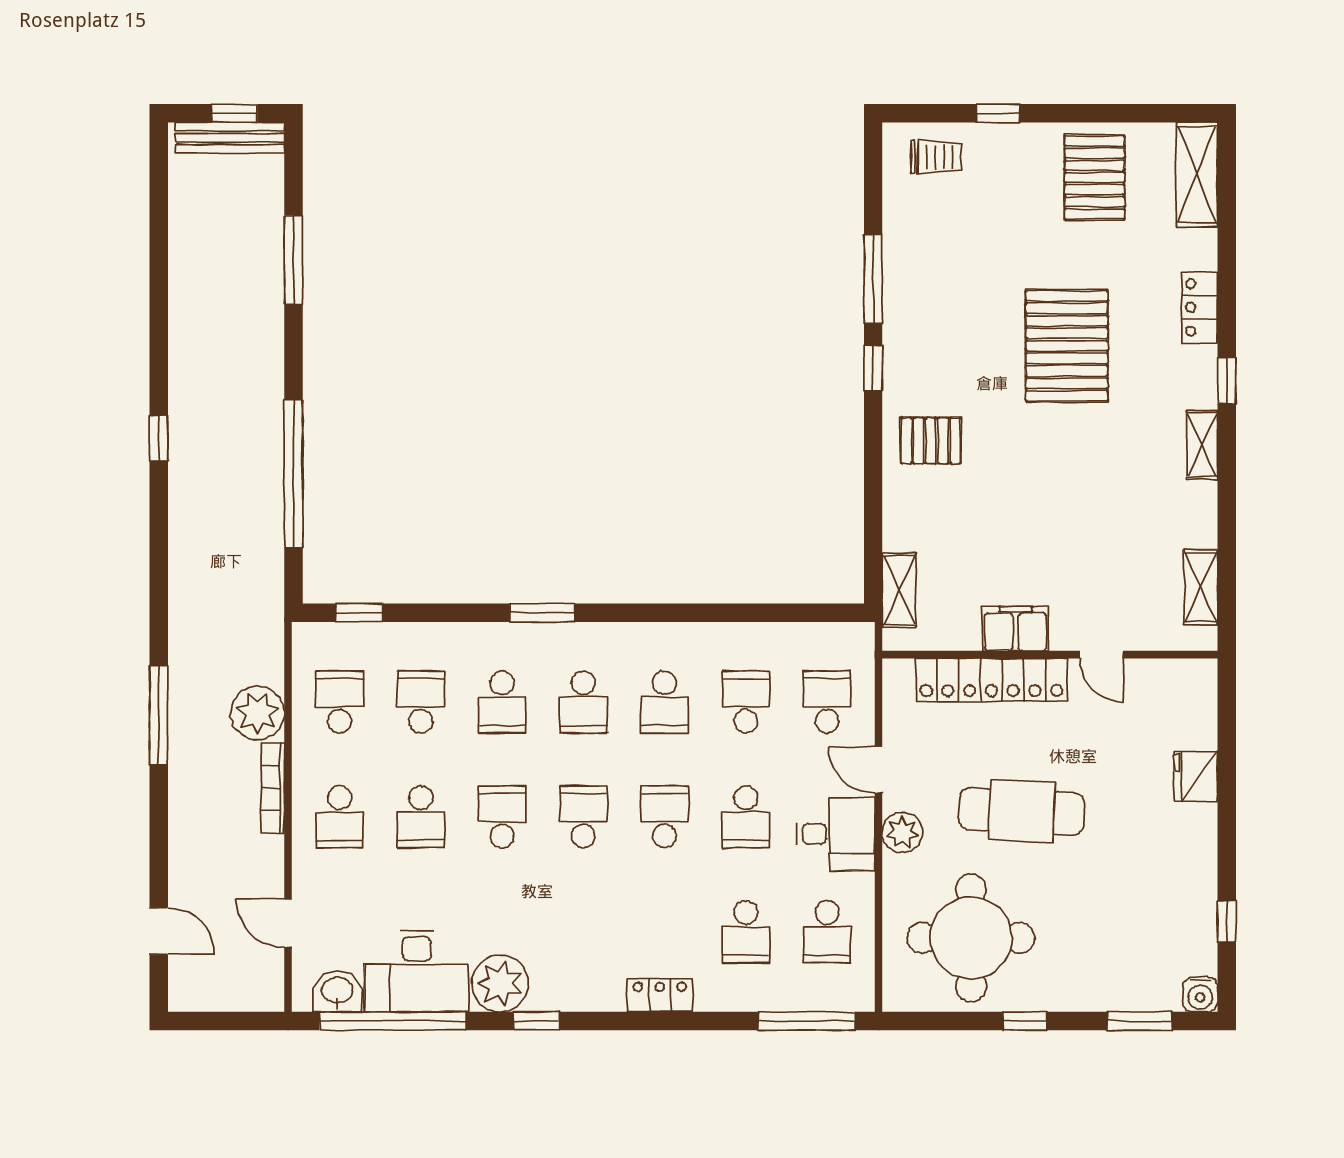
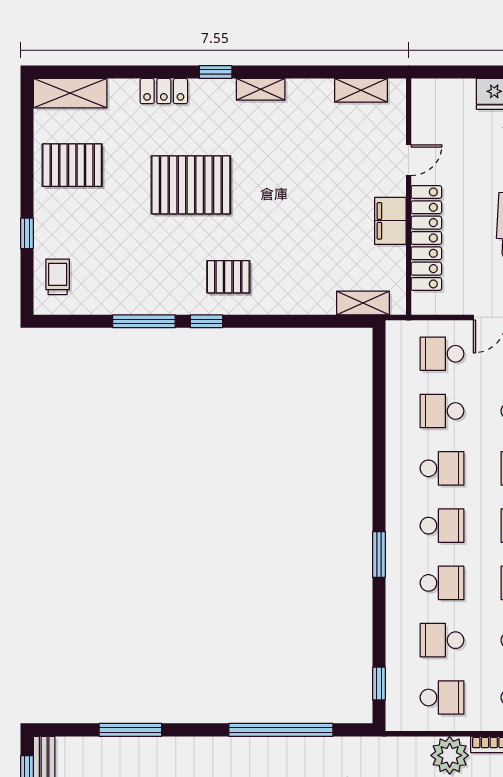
pallet: (931, 441) -> (228, 277), moved, turned 90
school desk: (340, 702) -> (442, 697), turned 180

